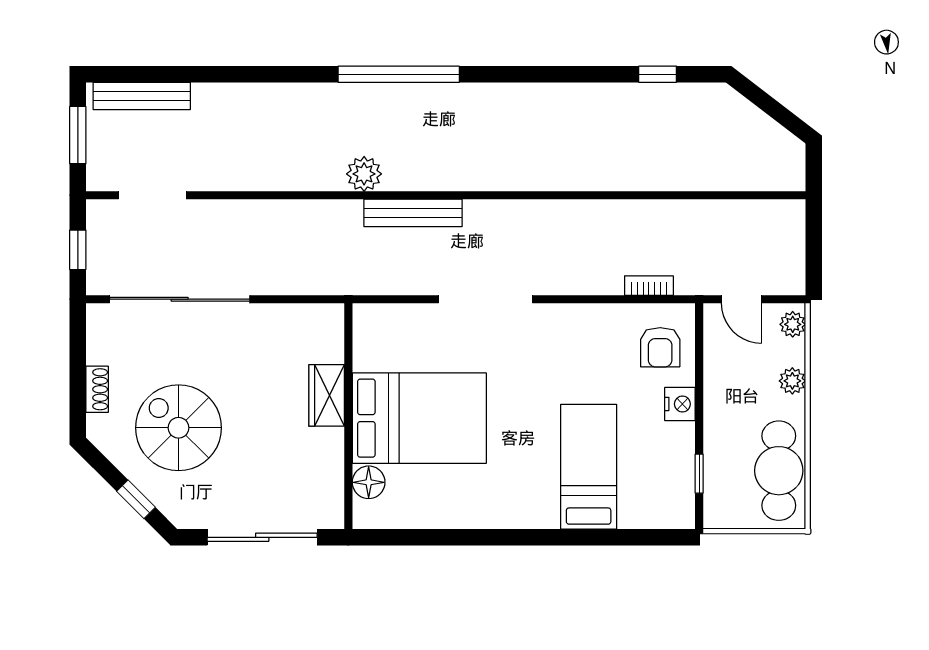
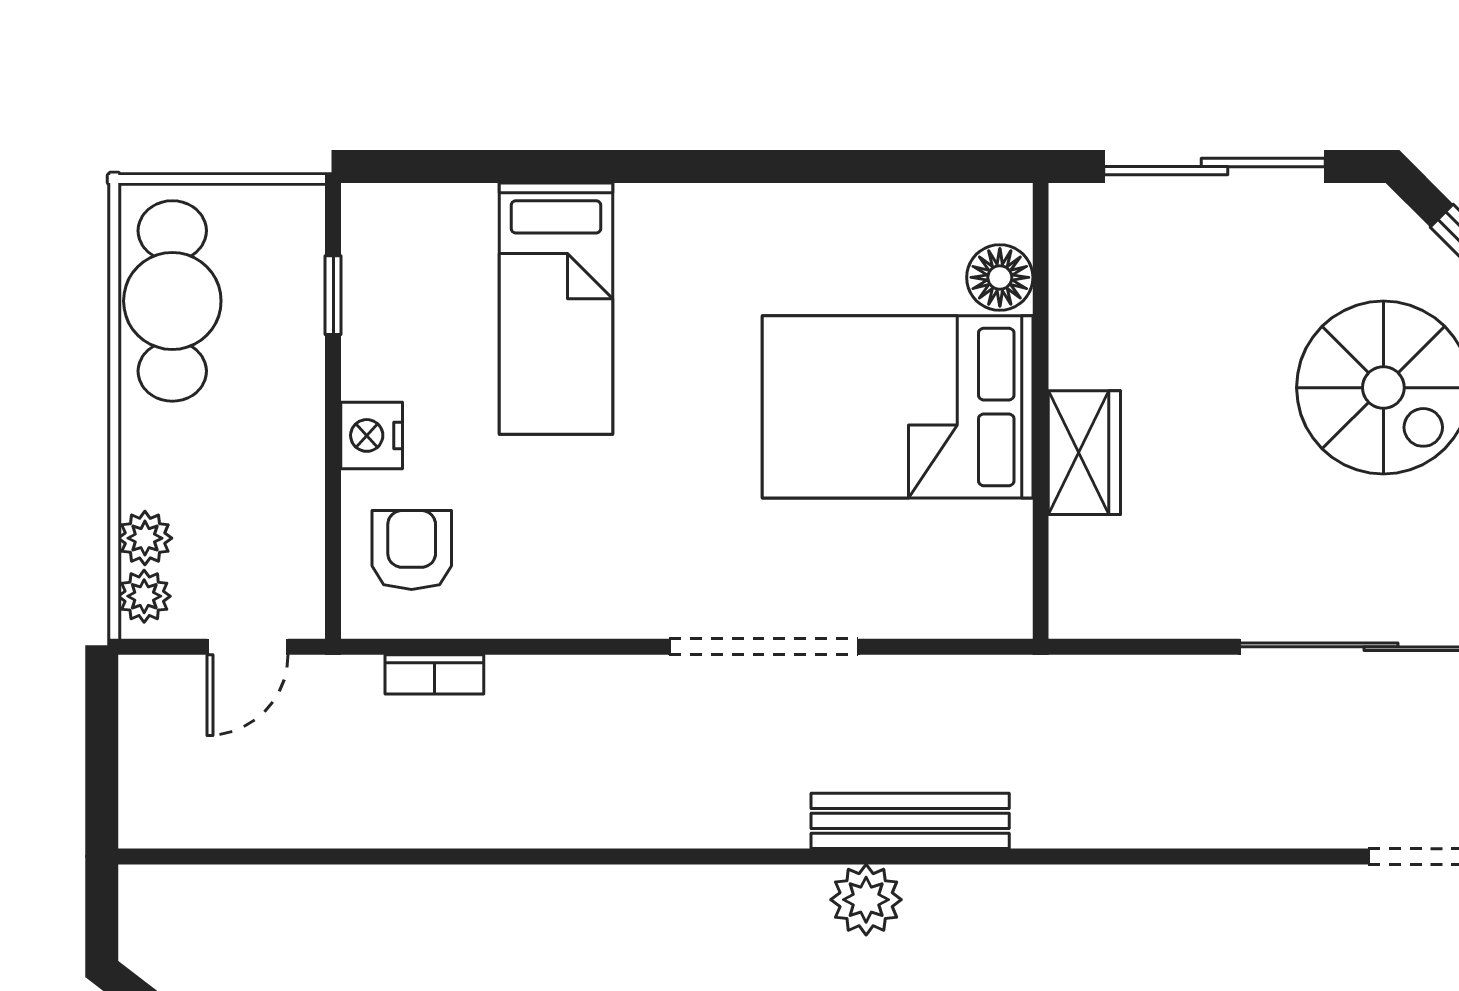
plant: (364, 174) -> (866, 900), moved
door: (742, 299) -> (248, 647), swing flipped
plant: (792, 381) -> (145, 538), moved

